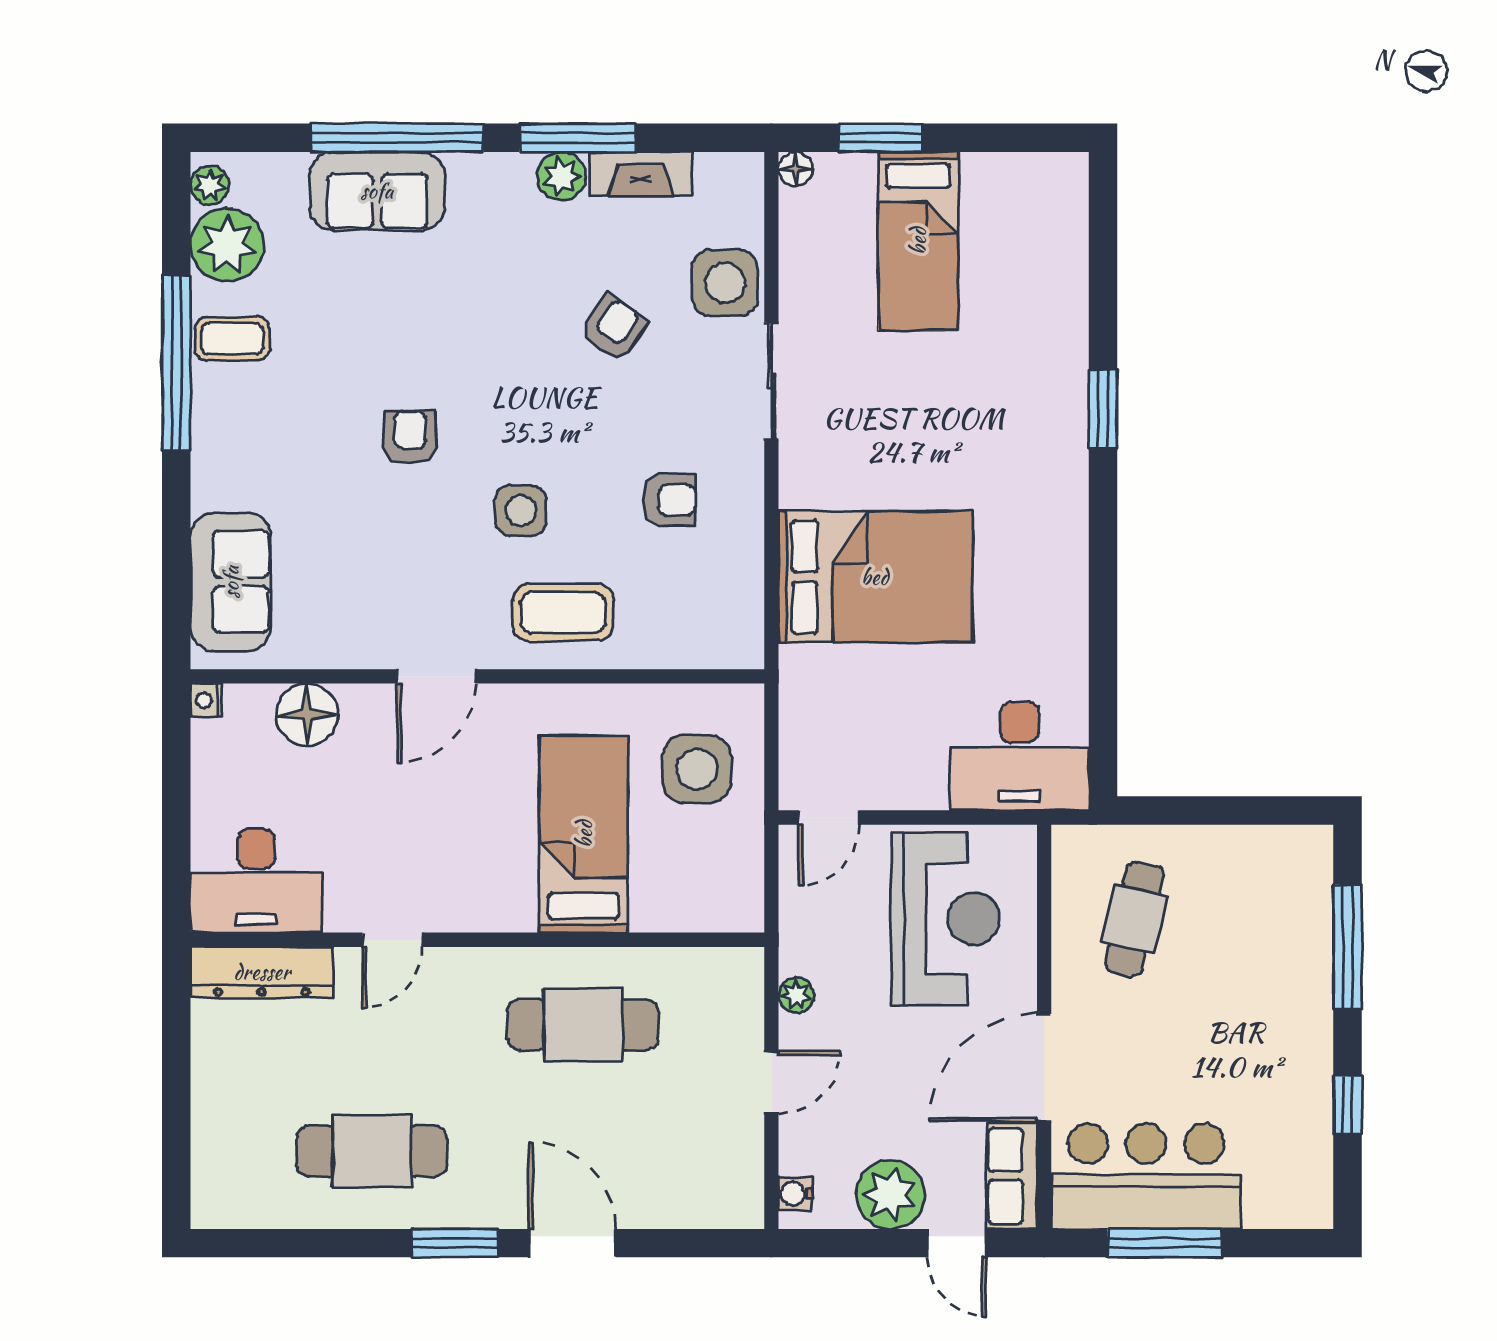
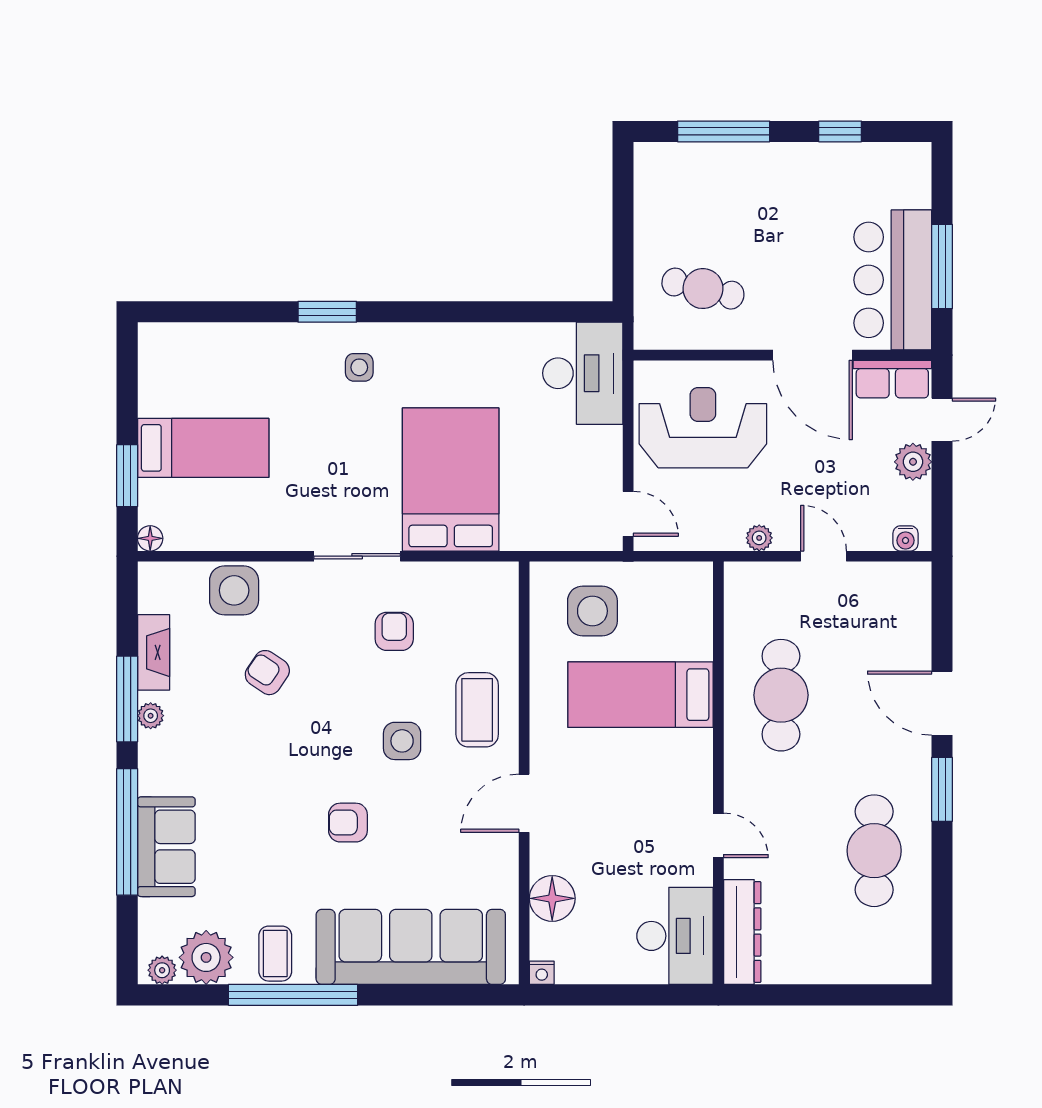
plant: (562, 176) -> (151, 716), width x0.73, depth x0.73
sliding door: (771, 381) -> (357, 556), moved
side table: (1028, 453) -> (359, 367), added
sofa: (231, 582) -> (411, 947), width x1.85, depth x1.27
door: (436, 676) -> (524, 803), swing flipped
plant: (890, 1195) -> (913, 462), width x0.73, depth x0.73
door: (572, 1243) -> (942, 703), hinge flipped

